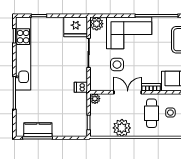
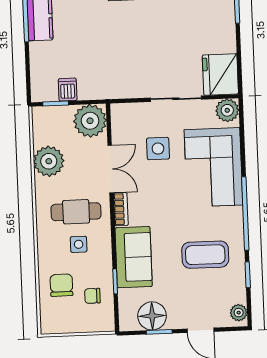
dishwasher: (81, 87) -> (68, 90), moved
plant: (95, 99) -> (90, 121), width x1.88, depth x1.88

